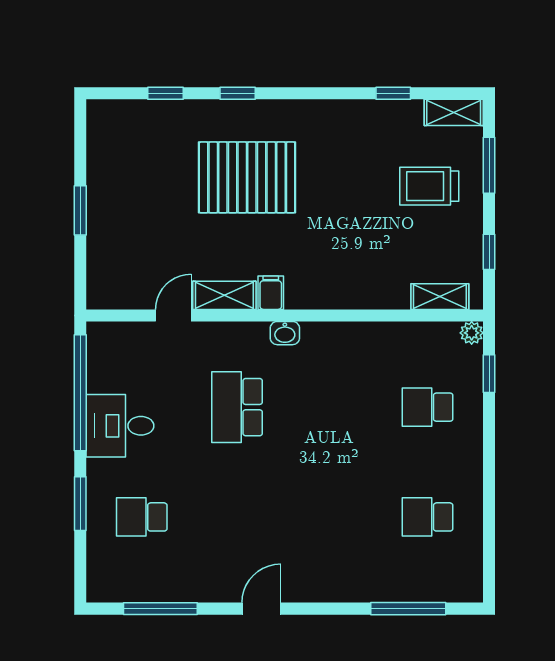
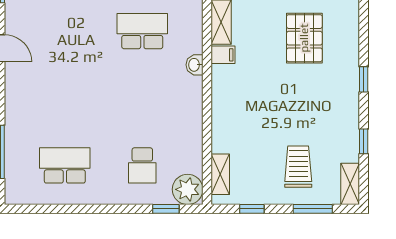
window: (238, 93) -> (364, 79), moved
pallet: (247, 177) -> (304, 38), width x0.73, depth x0.71
plant: (472, 333) -> (188, 189), width x1.87, depth x1.87
school desk: (428, 407) -> (142, 165), turned 180
school desk: (428, 517) -> (65, 165), width x1.85

